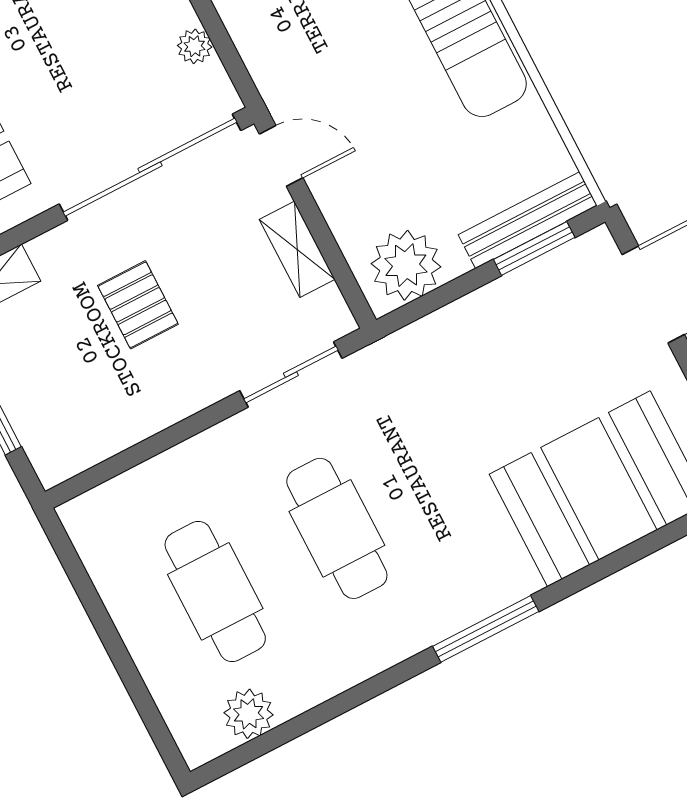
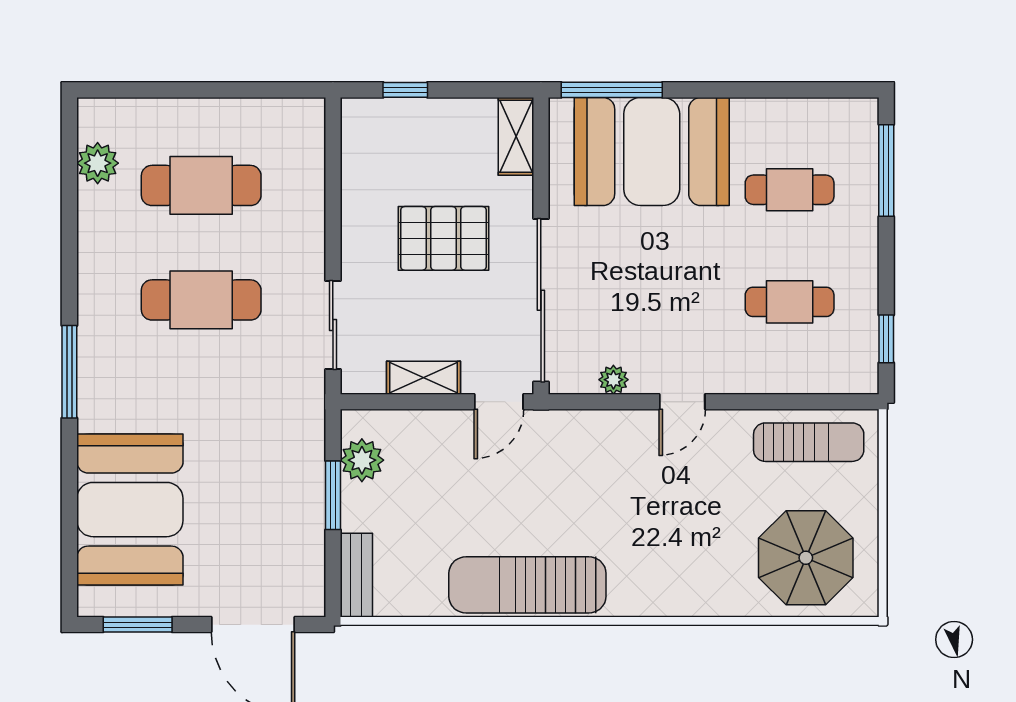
bench: (528, 220) -> (356, 575), width x0.73
window: (534, 248) -> (333, 495), moved
plant: (406, 265) -> (362, 460), width x0.73, depth x0.73
pallet: (138, 305) -> (443, 238), width x1.50, depth x1.42

